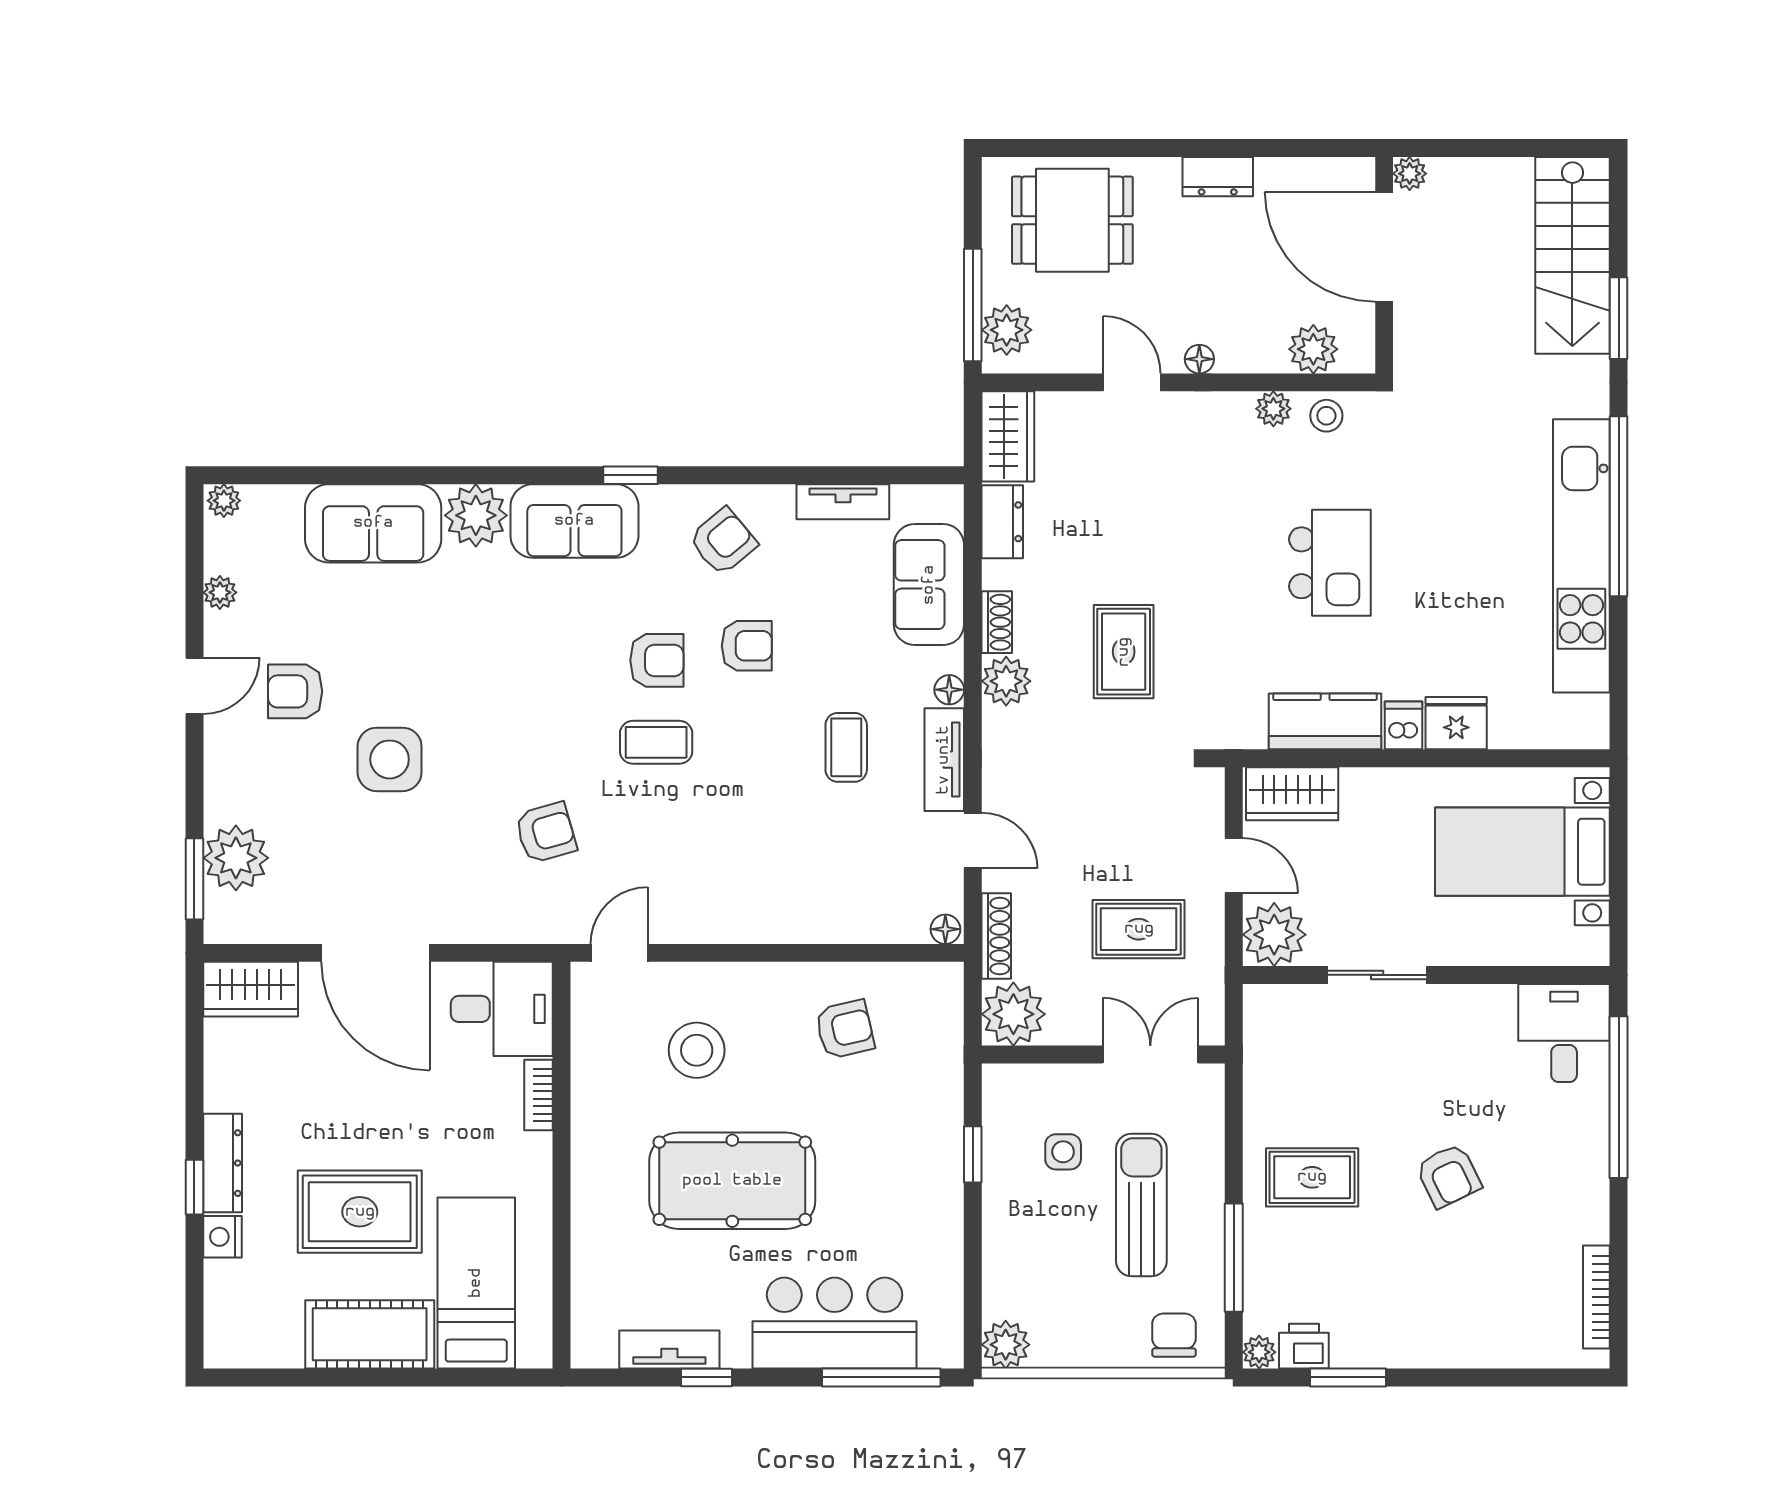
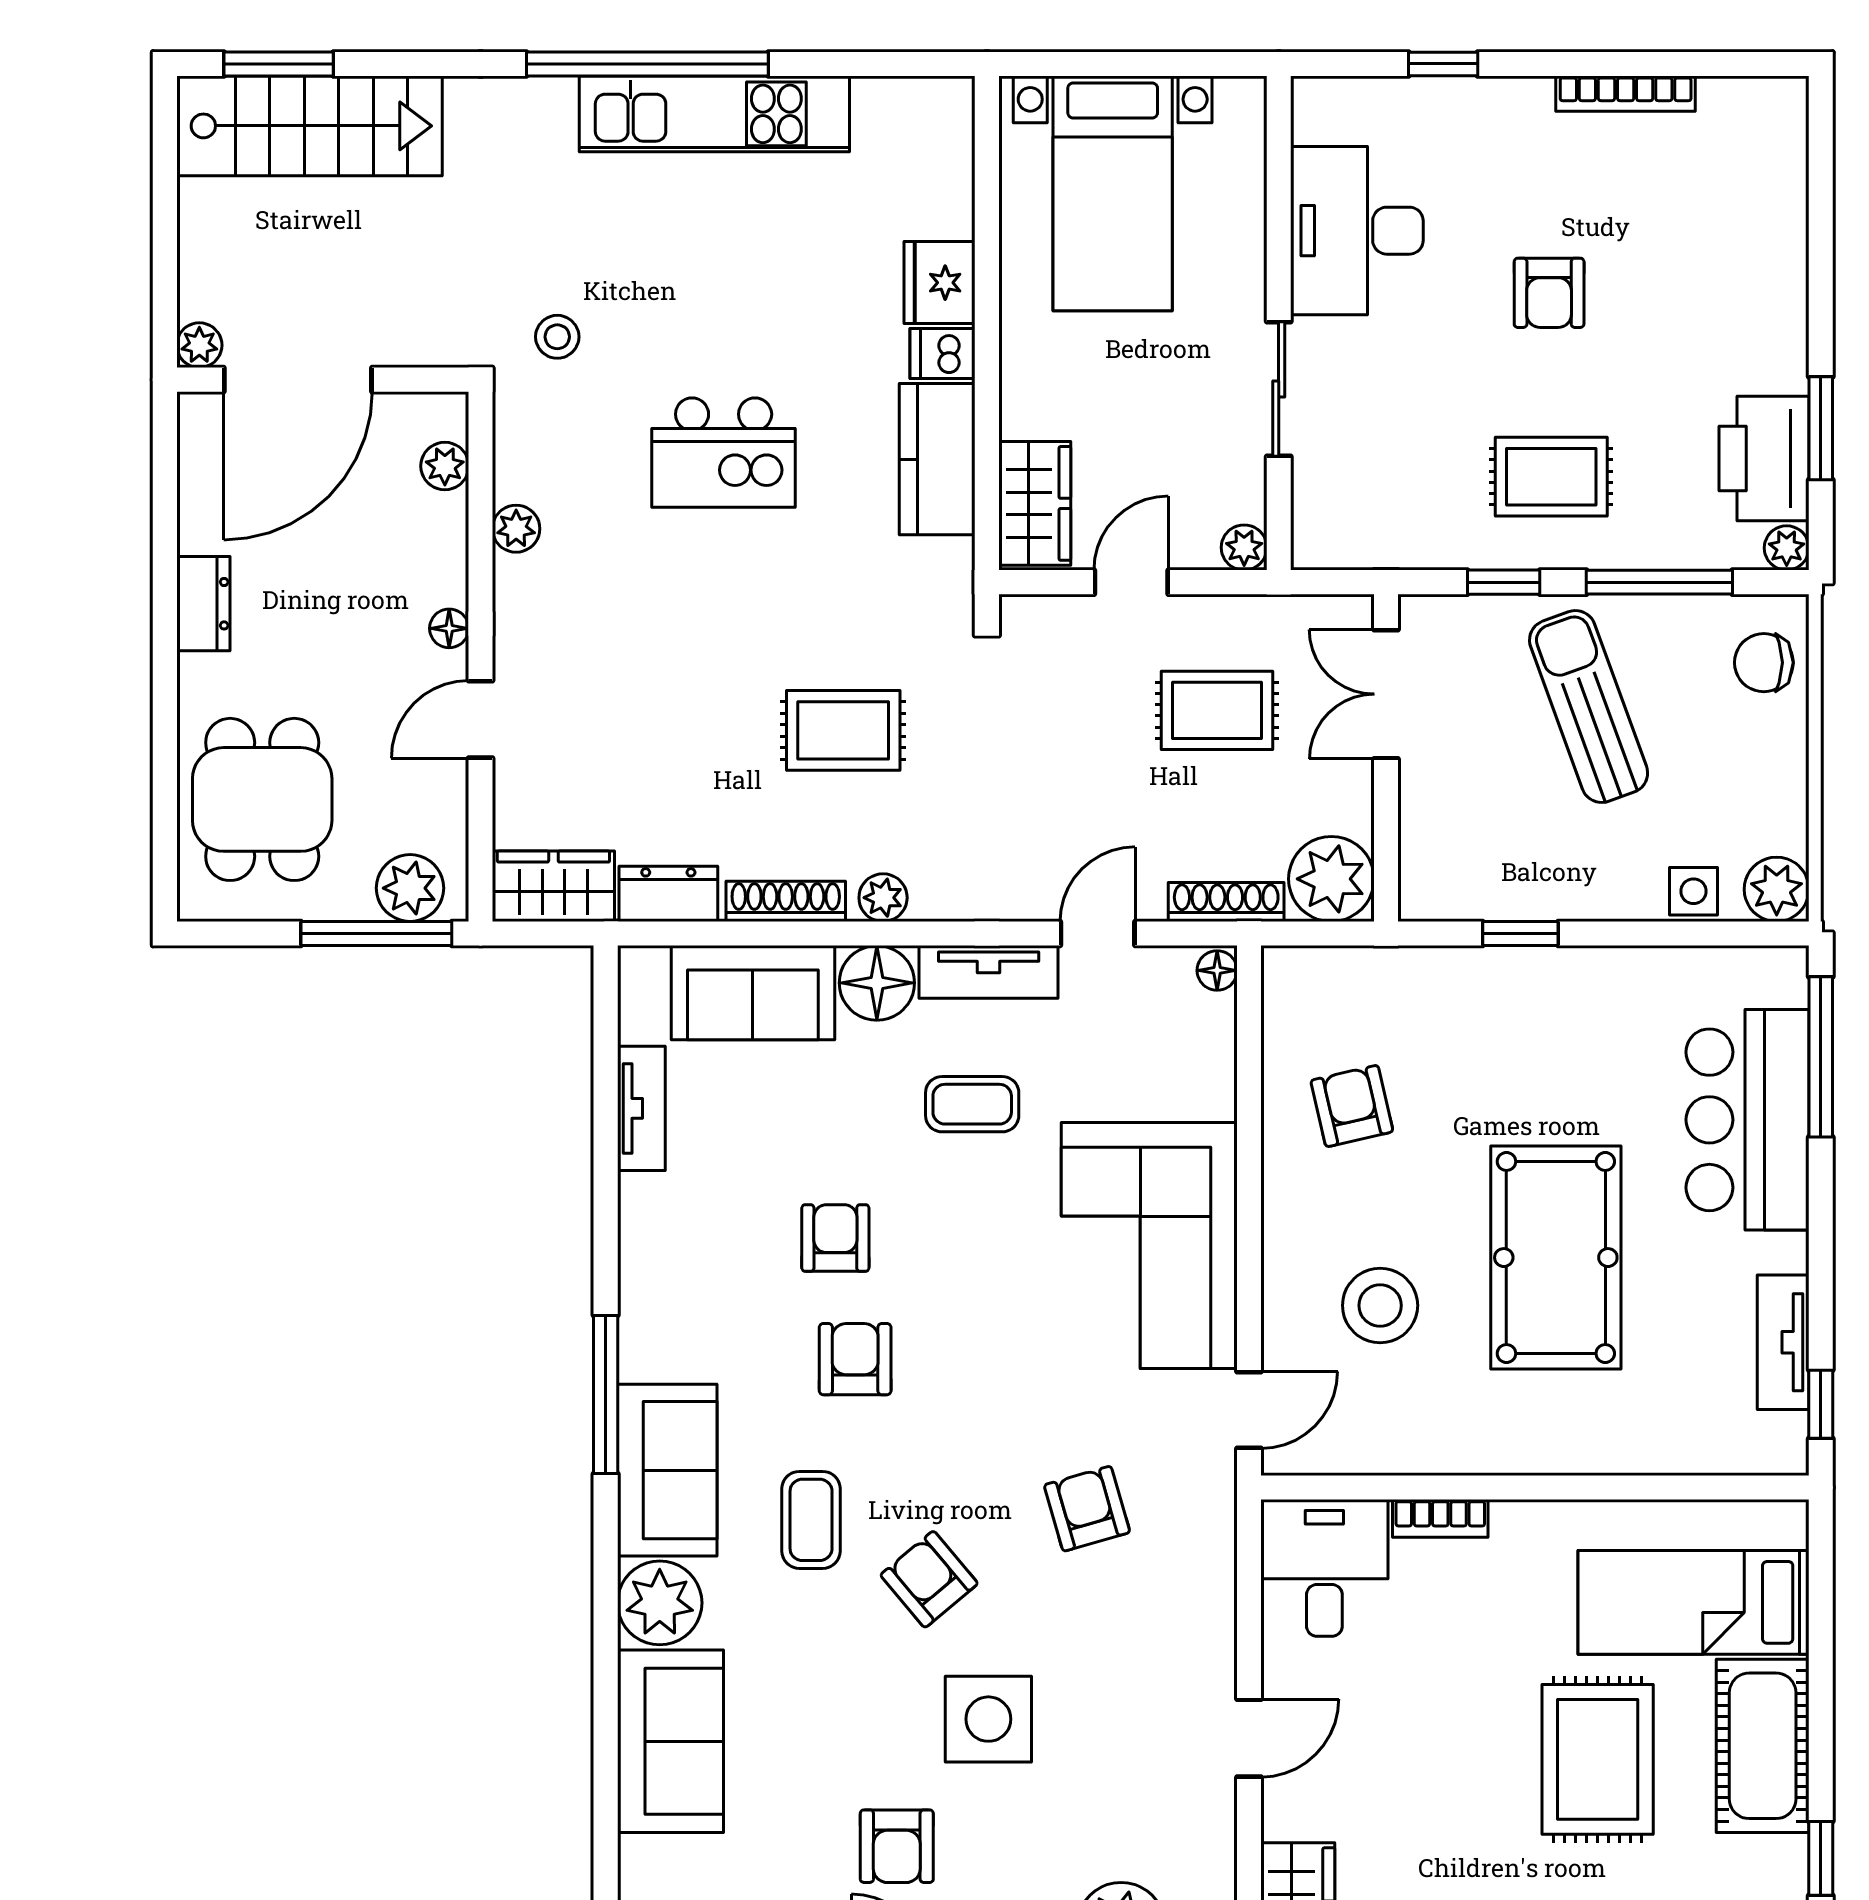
window: (1619, 318) -> (279, 64), moved
plant: (1313, 349) -> (445, 466), width x0.73, depth x0.73
stool: (1326, 416) -> (557, 337), moved
window: (630, 475) -> (606, 1395), width x2.17
armchair: (723, 541) -> (929, 1579), moved
kitchen unit: (1581, 556) -> (714, 114), width x0.73
kitchen island: (1330, 563) -> (724, 453), turned 180
shoe rack: (997, 622) -> (786, 901), width x1.43
plant: (1006, 681) -> (883, 898), width x0.73, depth x0.73
floor lamp: (949, 690) -> (877, 983), width x1.89, depth x1.89
coffee table: (656, 742) -> (811, 1520), moved
corner sofa: (741, 879) -> (1149, 1246), added
rug: (1139, 929) -> (1217, 710), turned 90
plant: (1274, 935) -> (1244, 547), width x0.53, depth x0.53
door: (376, 953) -> (1249, 1738), width x0.53
door: (619, 953) -> (1249, 1410), swing flipped
desk: (1564, 1033) -> (1357, 231), moved, width x1.37
window: (1619, 1097) -> (1443, 64), width x0.32
window: (1234, 1142) -> (1504, 582), added
side table: (1063, 1152) -> (1694, 891), moved
armchair: (1449, 1176) -> (1549, 293), turned 116
rug: (1312, 1177) -> (1551, 477), turned 90
sun lounger: (1141, 1205) -> (1589, 707), turned 70
bookcase: (1596, 1297) -> (1626, 94), moved
printer: (1304, 1346) -> (1764, 459), width x1.87, depth x1.48
window: (286, 1377) -> (1821, 1858), added
window: (706, 1377) -> (1821, 1404), moved

